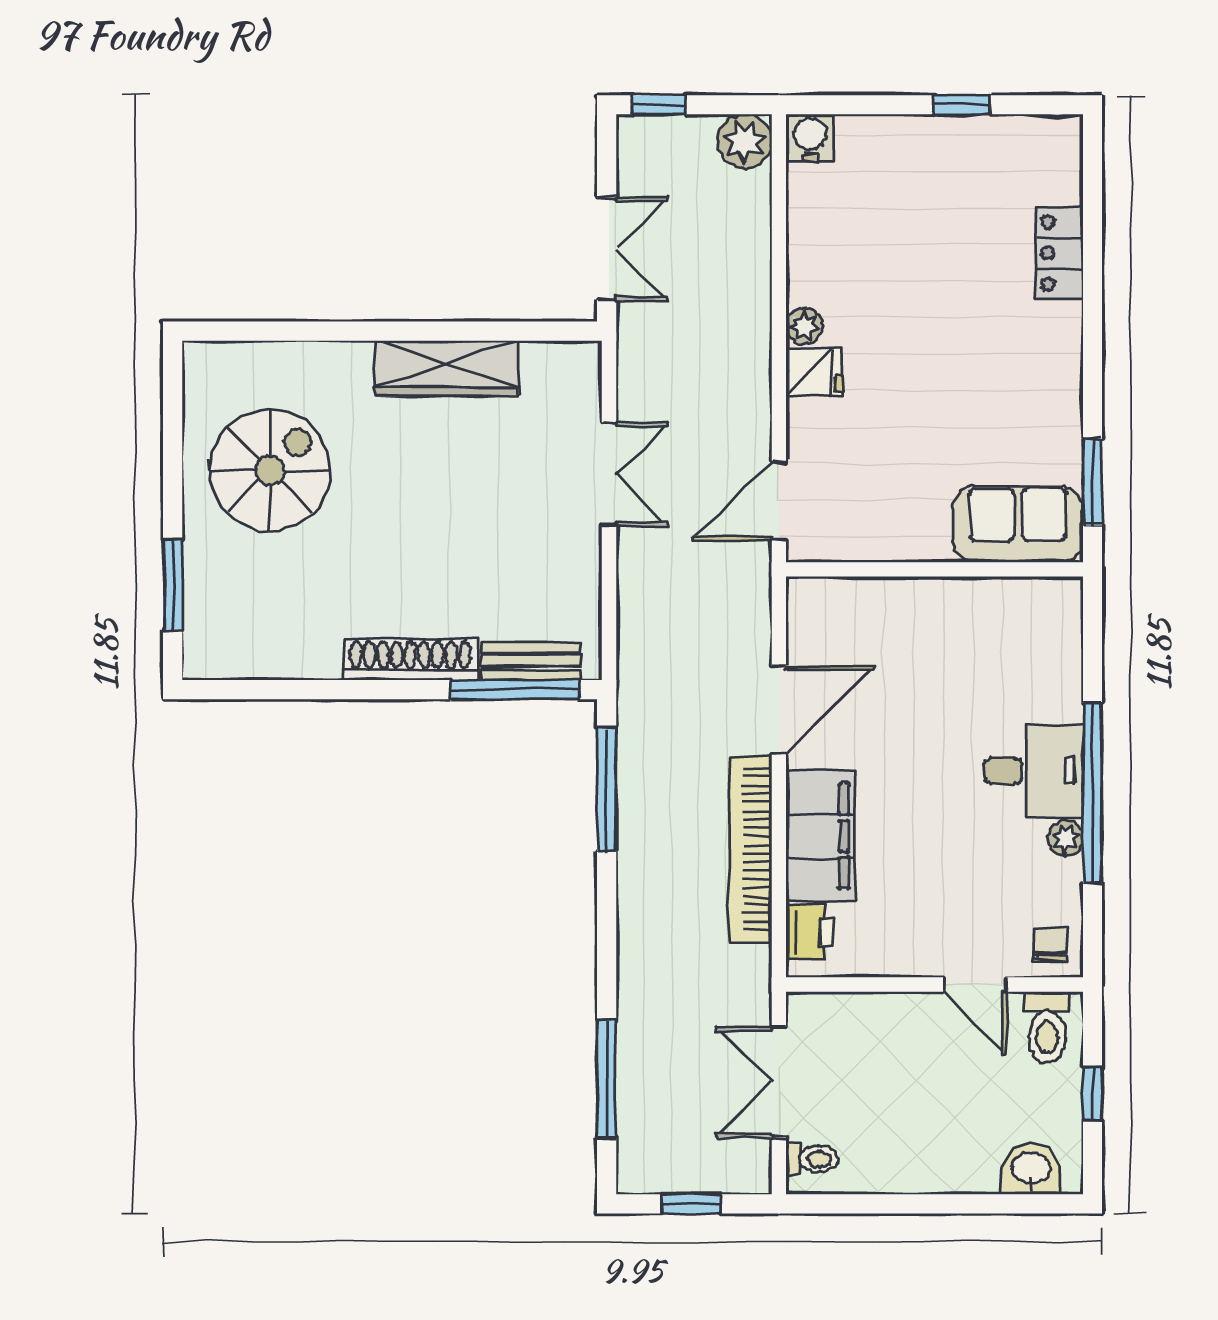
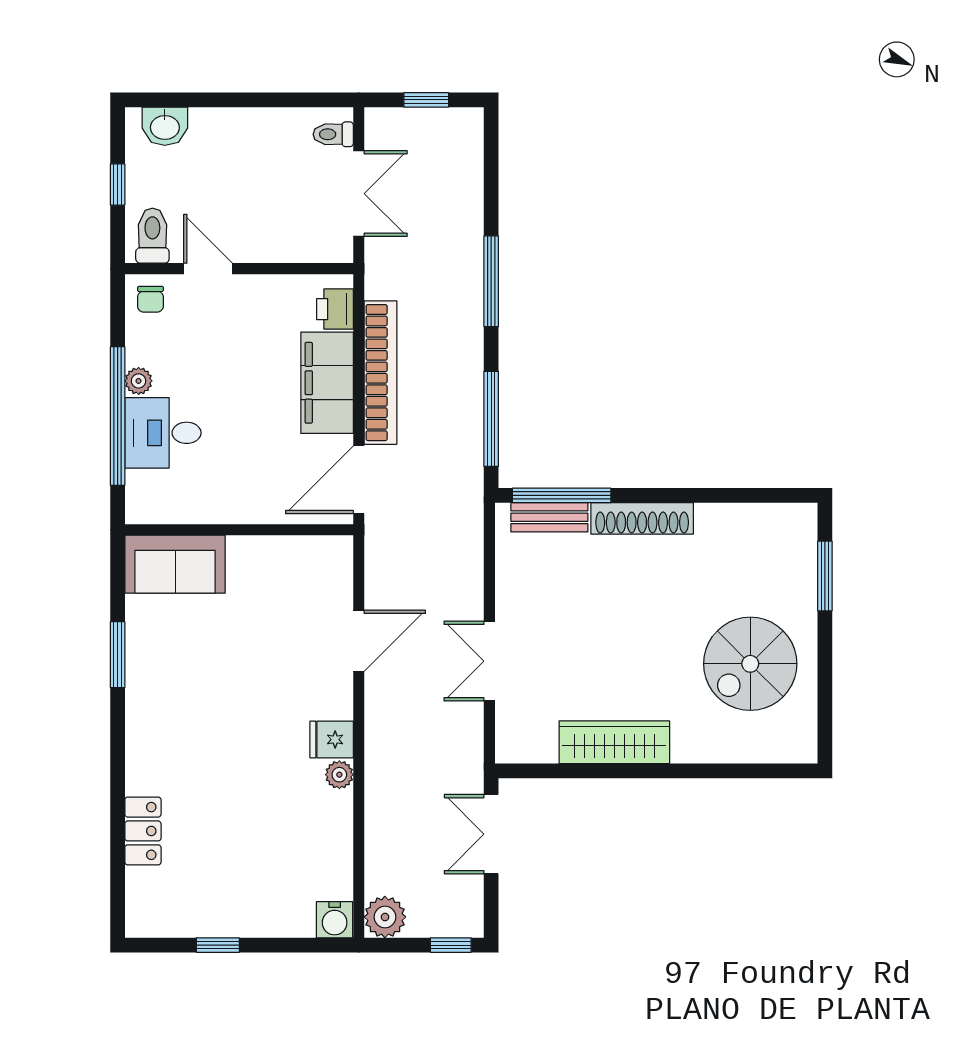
sofa: (1018, 525) -> (175, 564), moved
wall: (935, 569) -> (239, 530), moved
window: (607, 1079) -> (491, 281), moved

